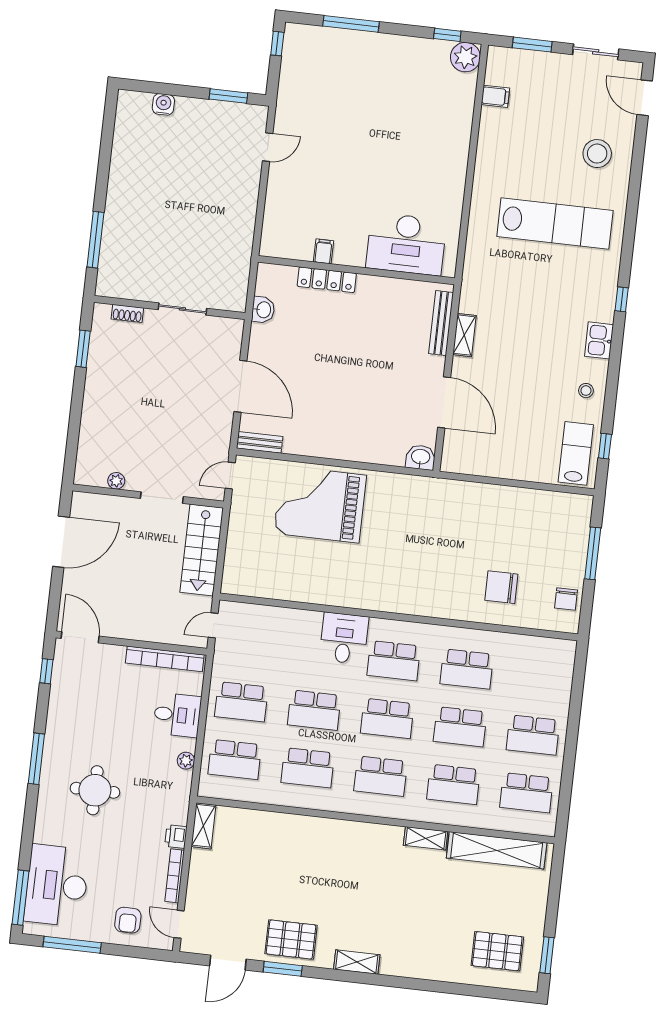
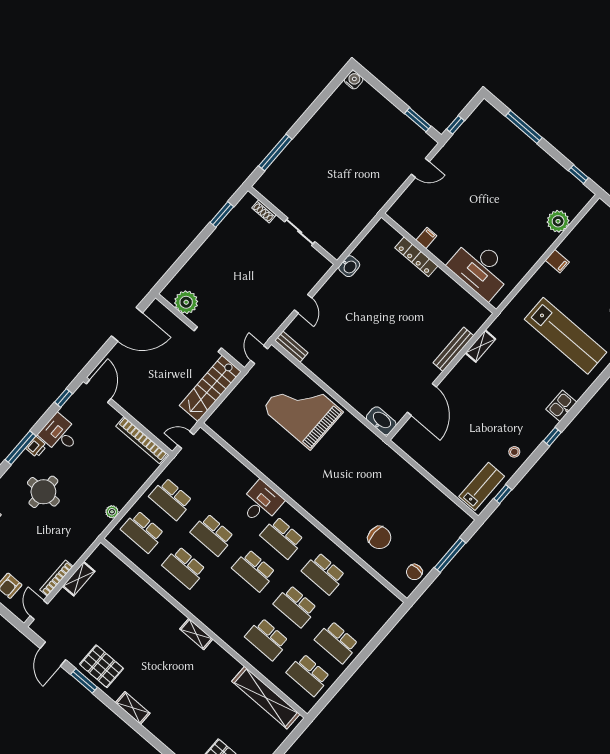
window: (277, 44) -> (455, 125), moved
plant: (465, 57) -> (558, 221), moved
filing cabinet: (495, 96) -> (557, 261), moved
water cooler: (163, 104) -> (354, 80), moved
desk: (406, 244) -> (480, 268), moved
filing cabinet: (323, 251) -> (426, 238), moved
wall: (356, 270) -> (439, 263), moved
locker: (327, 280) -> (416, 257), moved
window: (622, 299) -> (552, 437), moved
shelving: (464, 335) -> (480, 346), moved
kitchen sink: (599, 340) -> (561, 406), moved
door: (240, 386) -> (303, 304), width x0.53
washbasin: (421, 457) -> (381, 421), width x1.38
door: (230, 476) -> (259, 355), hinge flipped
plant: (116, 481) -> (186, 302), width x1.88, depth x1.88
chair: (501, 587) -> (379, 538), turned 180
desk: (177, 715) -> (60, 434), moved, turned 180
school desk: (381, 776) -> (226, 603), removed
shelving: (203, 826) -> (79, 579), moved
printer: (176, 836) -> (36, 447), moved, turned 180
shelving: (426, 838) -> (196, 634), moved
door: (228, 963) -> (53, 654), hinge flipped

